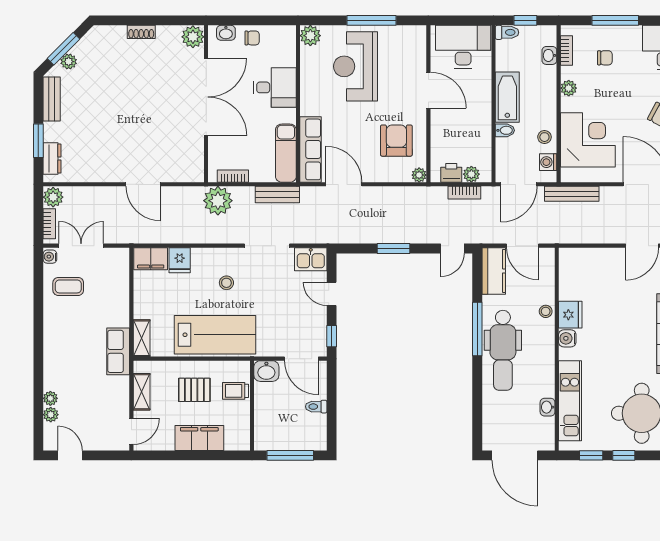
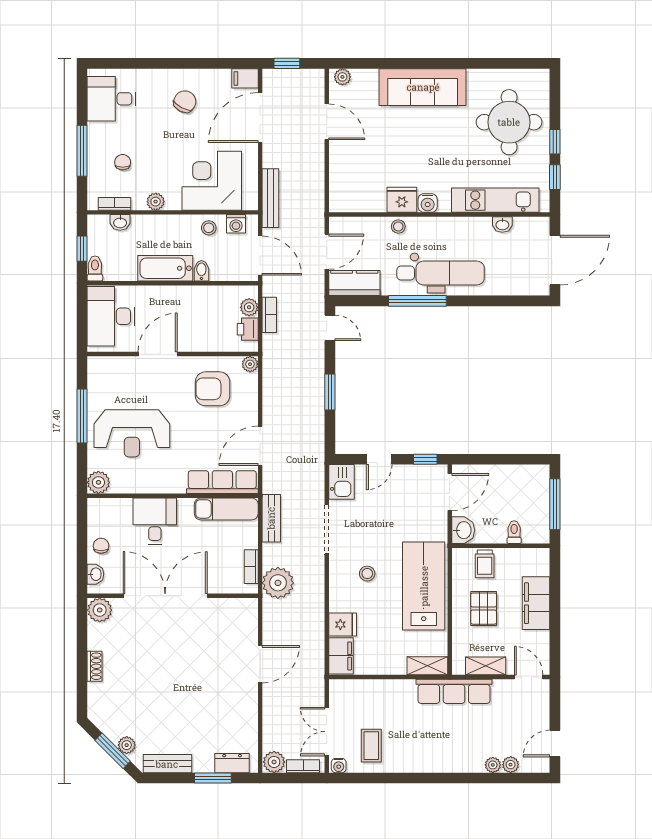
row of seats: (118, 351) -> (454, 691), width x1.48
toilet: (316, 407) -> (514, 532), moved, turned 180

